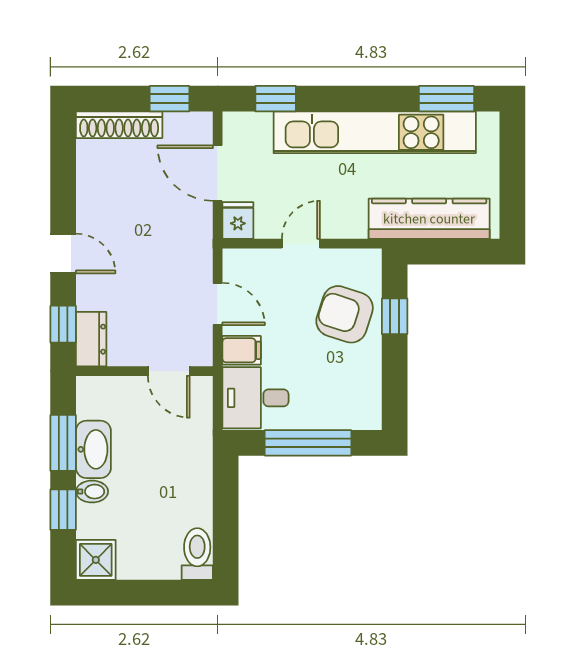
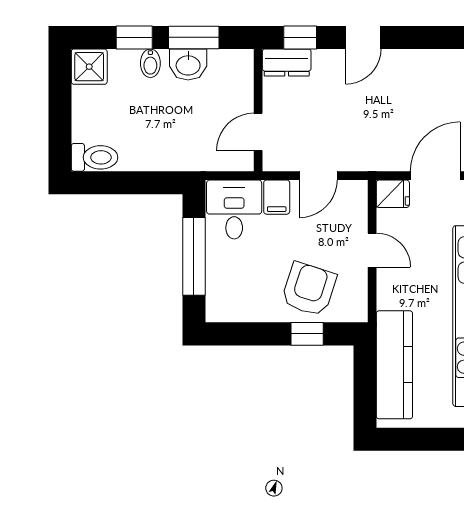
washbasin: (93, 449) -> (188, 65), width x0.72

